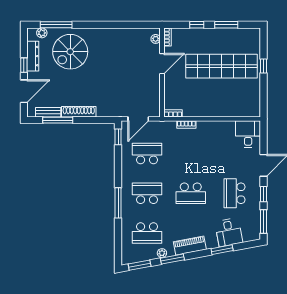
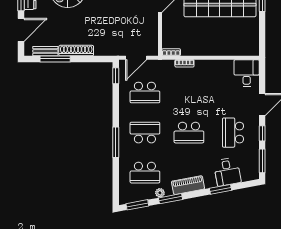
school desk: (147, 153) -> (145, 93), turned 180

